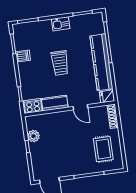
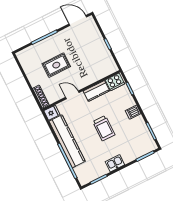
dishwasher: (23, 56) -> (133, 112), moved
trolley: (60, 63) -> (104, 128), turned 180
plant: (33, 136) -> (105, 55), removed
rug: (103, 149) -> (56, 65), moved, turned 90

